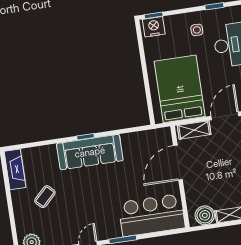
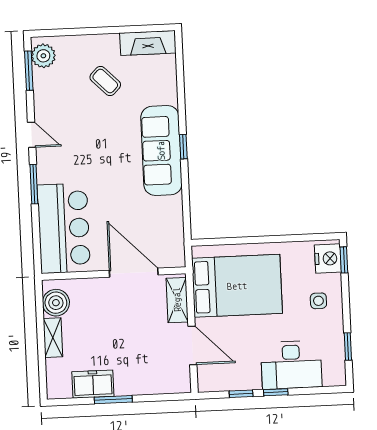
side table: (197, 30) -> (318, 301), moved

